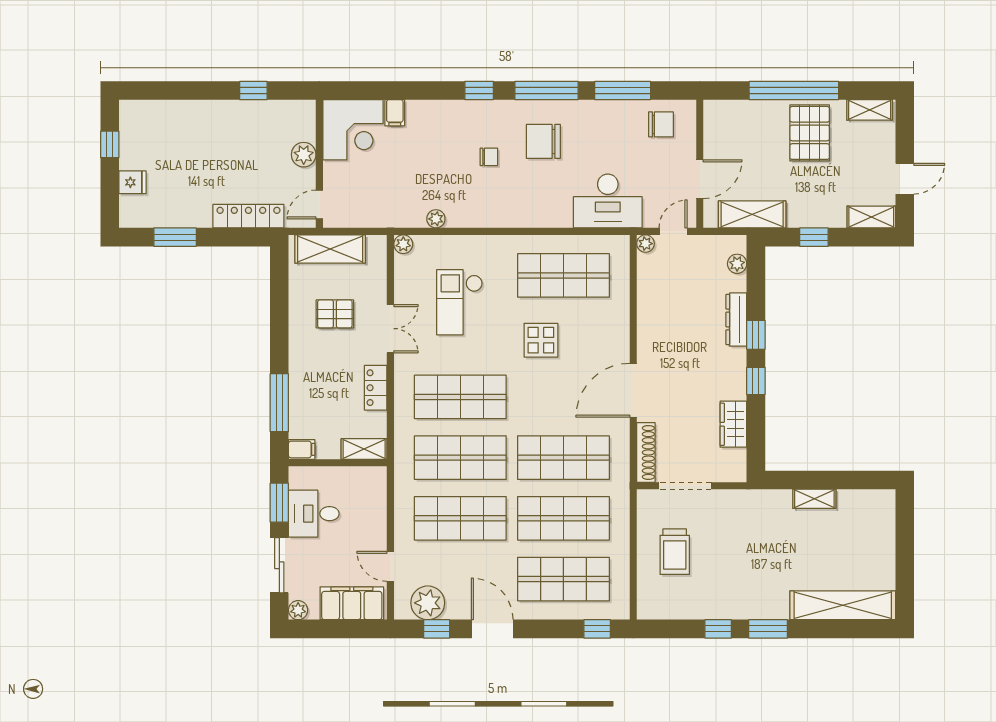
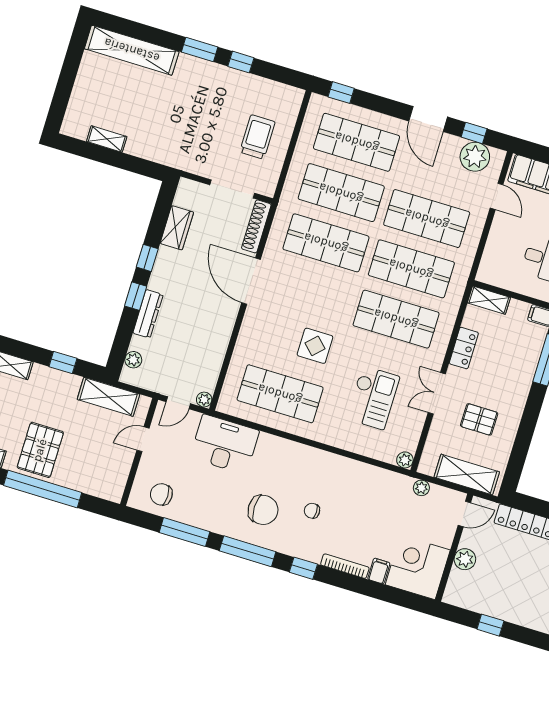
bookcase: (434, 107) -> (345, 566), added
door: (700, 179) -> (143, 439), width x0.73
plant: (436, 219) -> (421, 488), moved
door: (633, 390) -> (251, 281), swing flipped
shelving: (814, 499) -> (107, 139), moved

